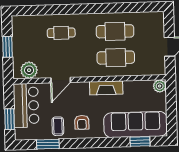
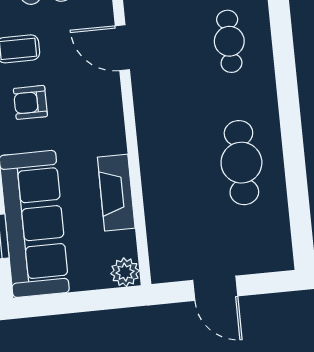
cafe table: (116, 58) -> (182, 169), removed
fireplace: (106, 88) -> (116, 193), moved

